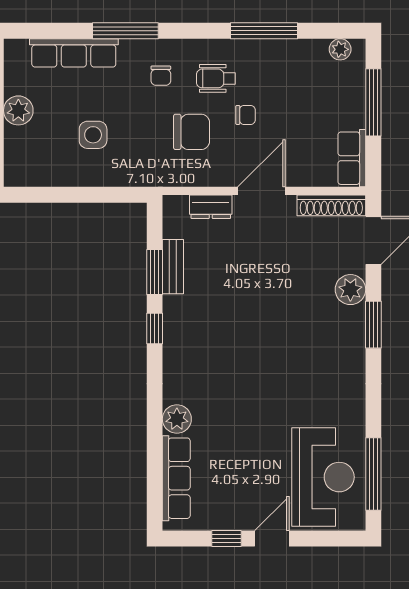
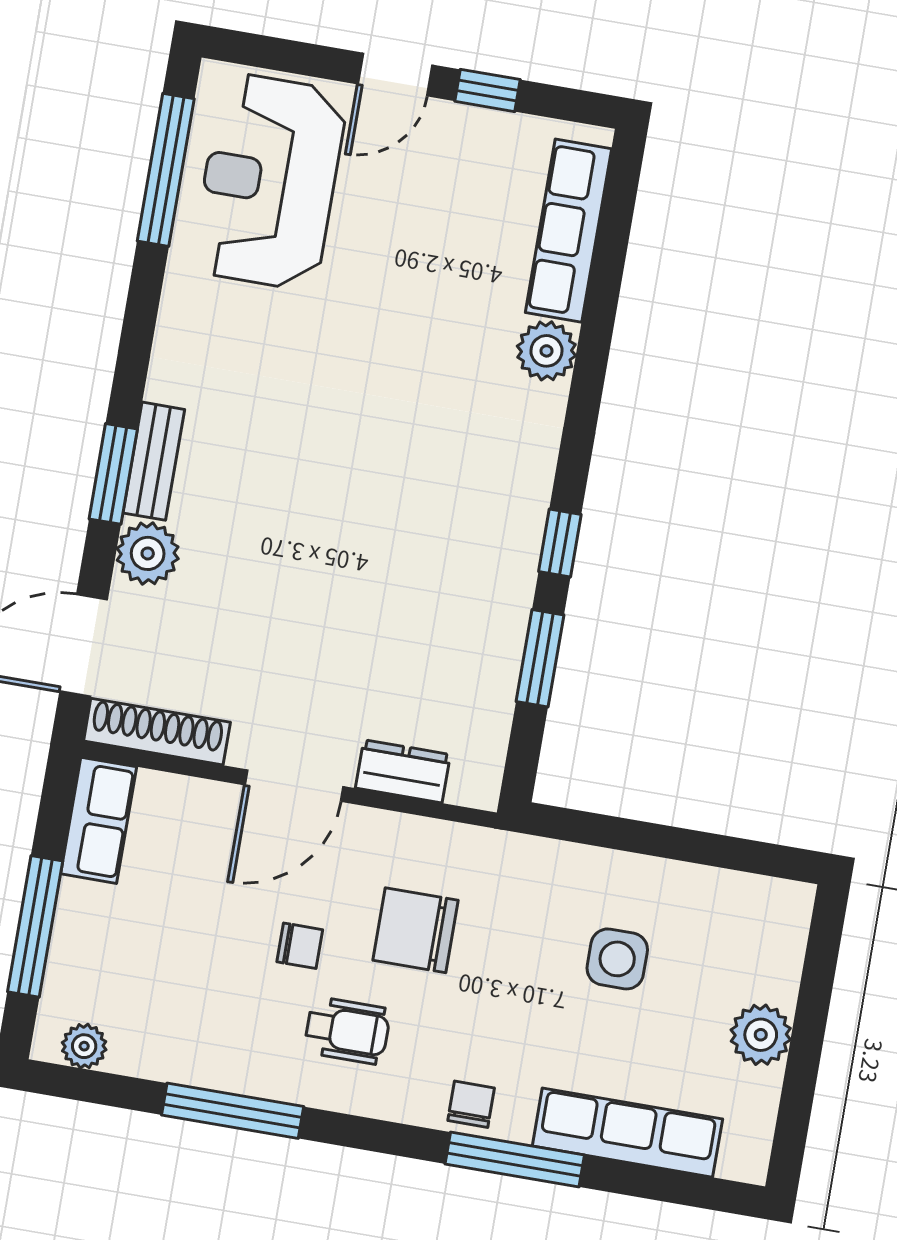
chair: (161, 76) -> (471, 1104), moved
chair: (246, 115) -> (300, 946), turned 180
bench: (173, 267) -> (154, 461), moved

